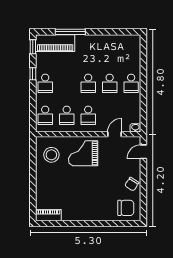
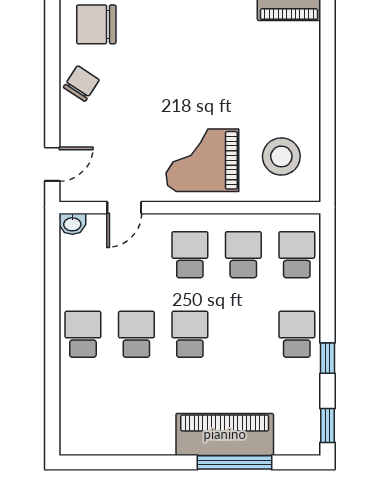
piano: (55, 43) -> (225, 434), moved
grand piano: (83, 153) -> (202, 160), turned 180

